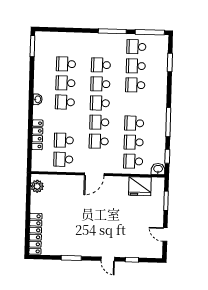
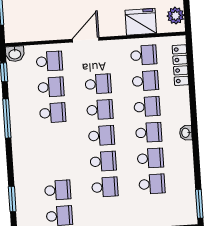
school desk: (135, 85) -> (147, 107), moved
locker: (37, 135) -> (180, 65), moved
door: (94, 174) -> (86, 40), moved
fridge: (140, 186) -> (141, 22), moved

